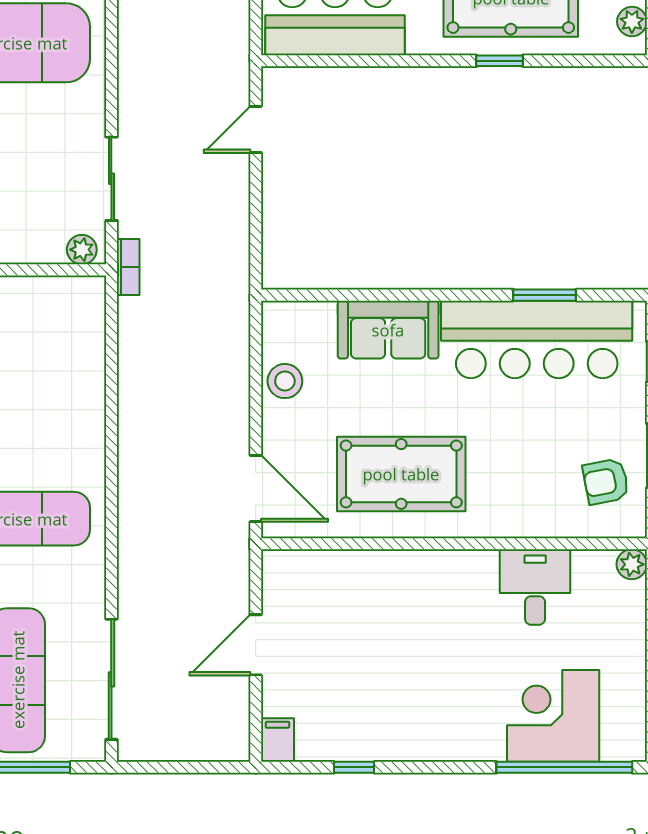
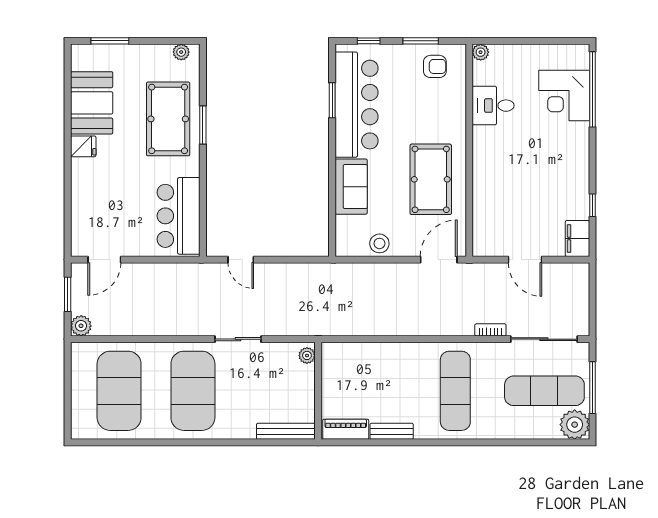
window: (500, 61) -> (203, 125), width x1.50
sliding door: (111, 179) -> (238, 339), moved
bookcase: (128, 267) -> (490, 330), moved
armchair: (606, 481) -> (435, 66), turned -79
filing cabinet: (277, 740) -> (577, 239), width x2.00

